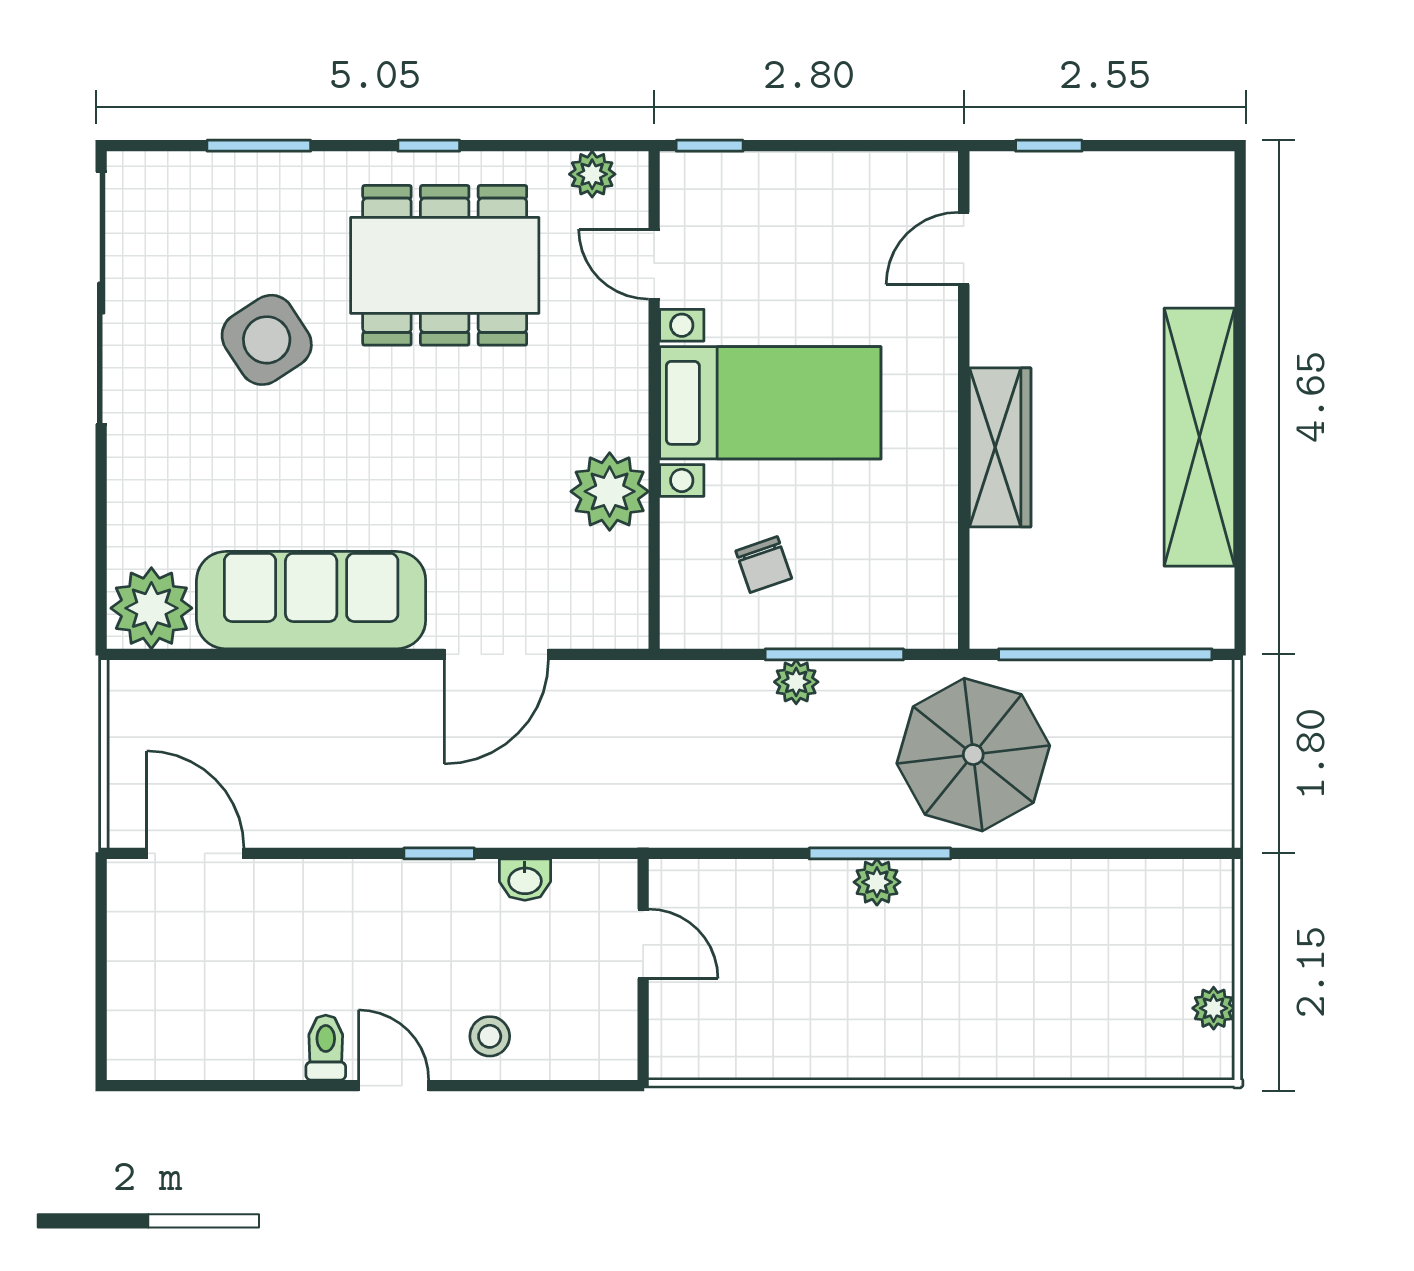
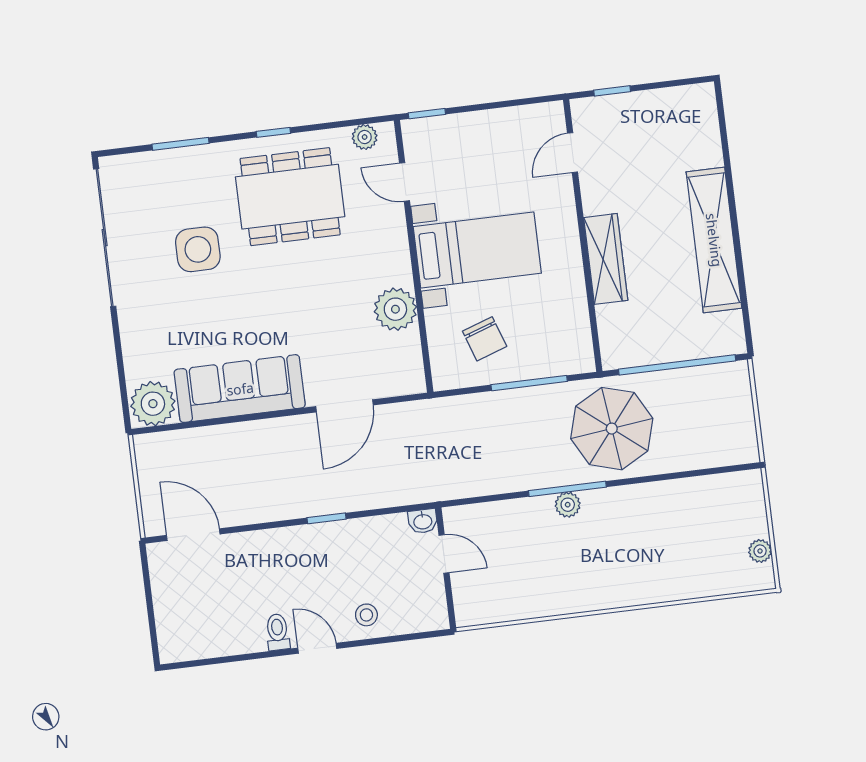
side table: (267, 340) -> (198, 249), turned 33
chair: (764, 565) -> (485, 339), width x1.37, depth x1.37
plant: (796, 682) -> (510, 401), removed
washbasin: (525, 880) -> (423, 521), moved

